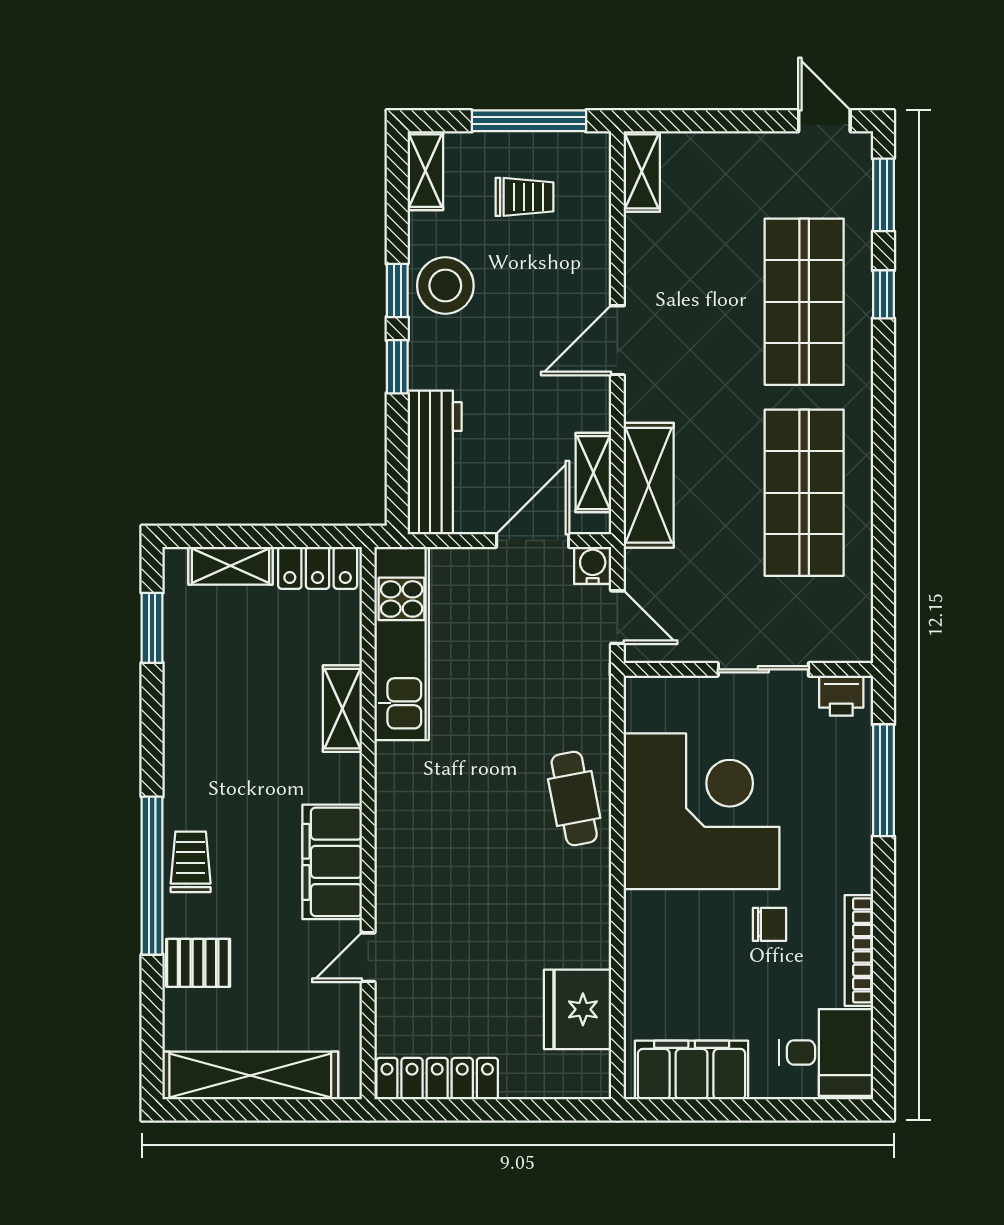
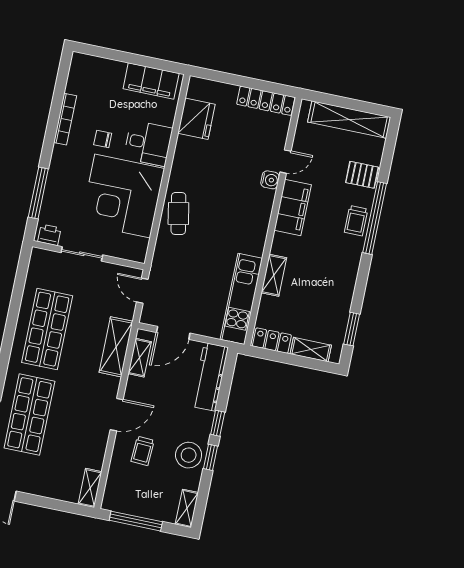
trolley: (524, 197) -> (143, 451), moved, turned -87
water cooler: (593, 565) -> (270, 180), moved, turned -90
desk: (826, 1052) -> (148, 143), moved, turned 180

